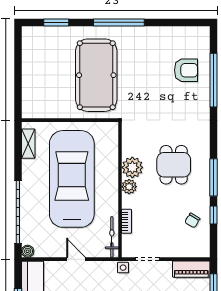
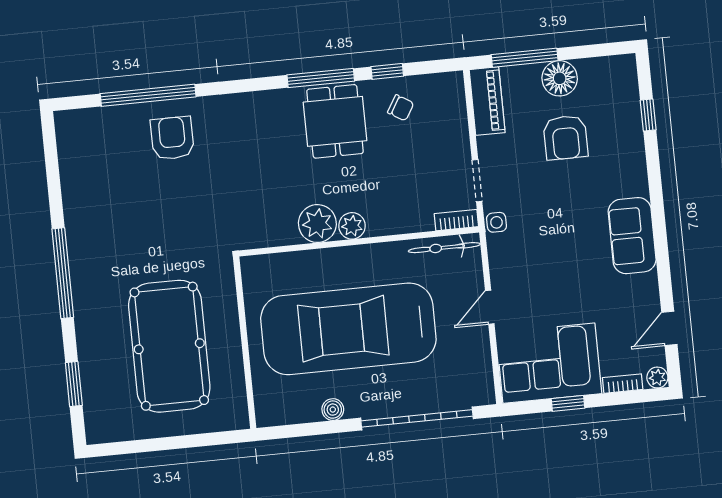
armchair: (186, 70) -> (172, 138), moved
pool table: (96, 75) -> (169, 346), moved, turned 90
shelving: (28, 144) -> (294, 412), removed
dining table: (174, 165) -> (335, 121), moved, turned 90
bookcase: (127, 221) -> (456, 220), moved
boiler: (28, 251) -> (333, 410), moved

